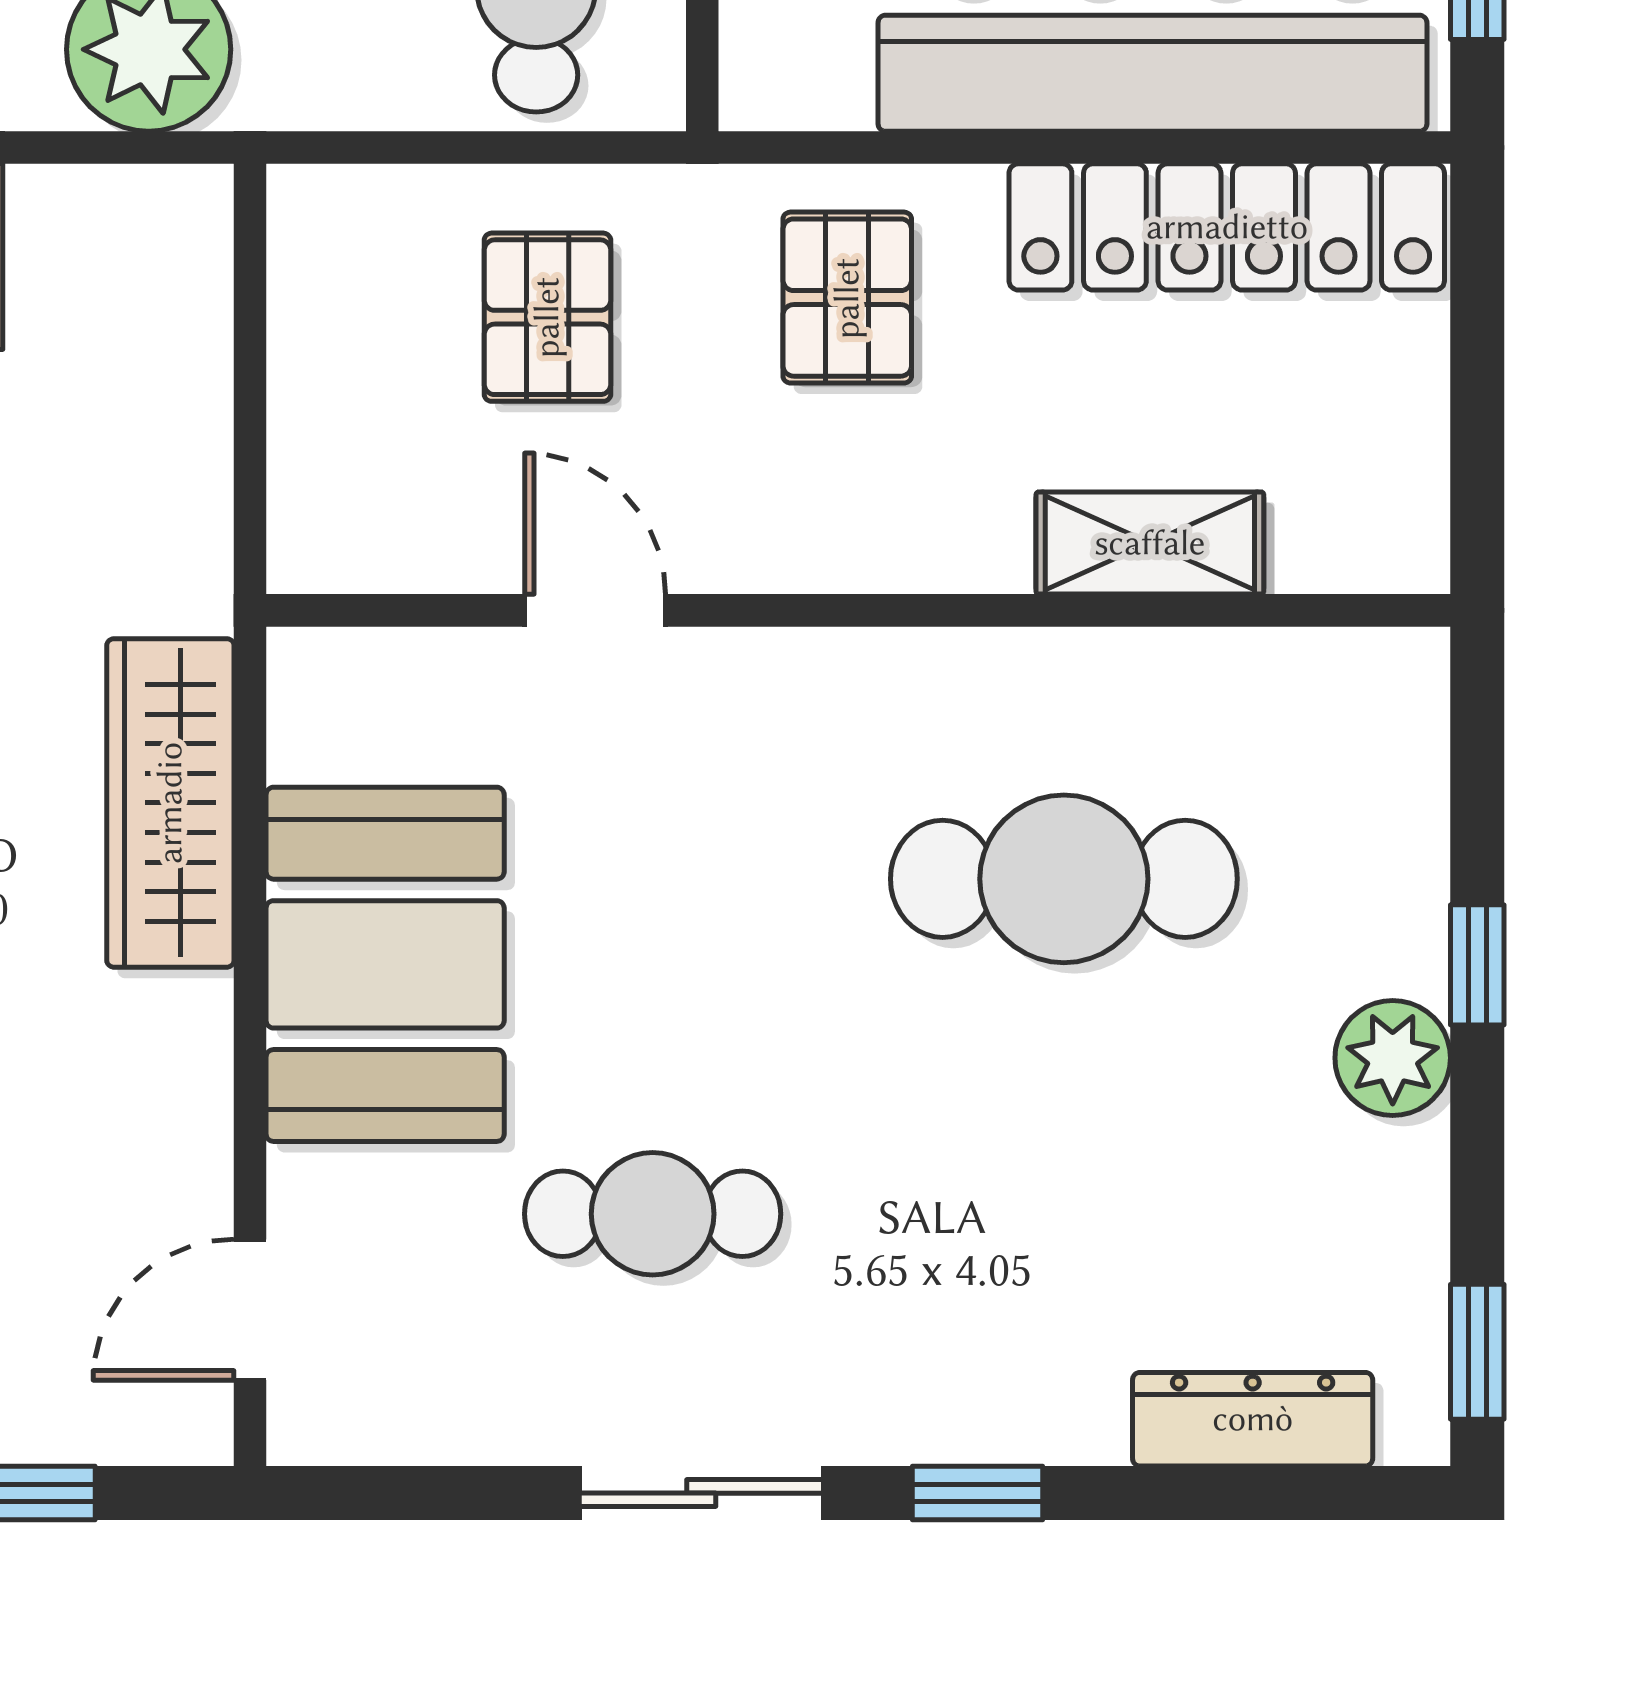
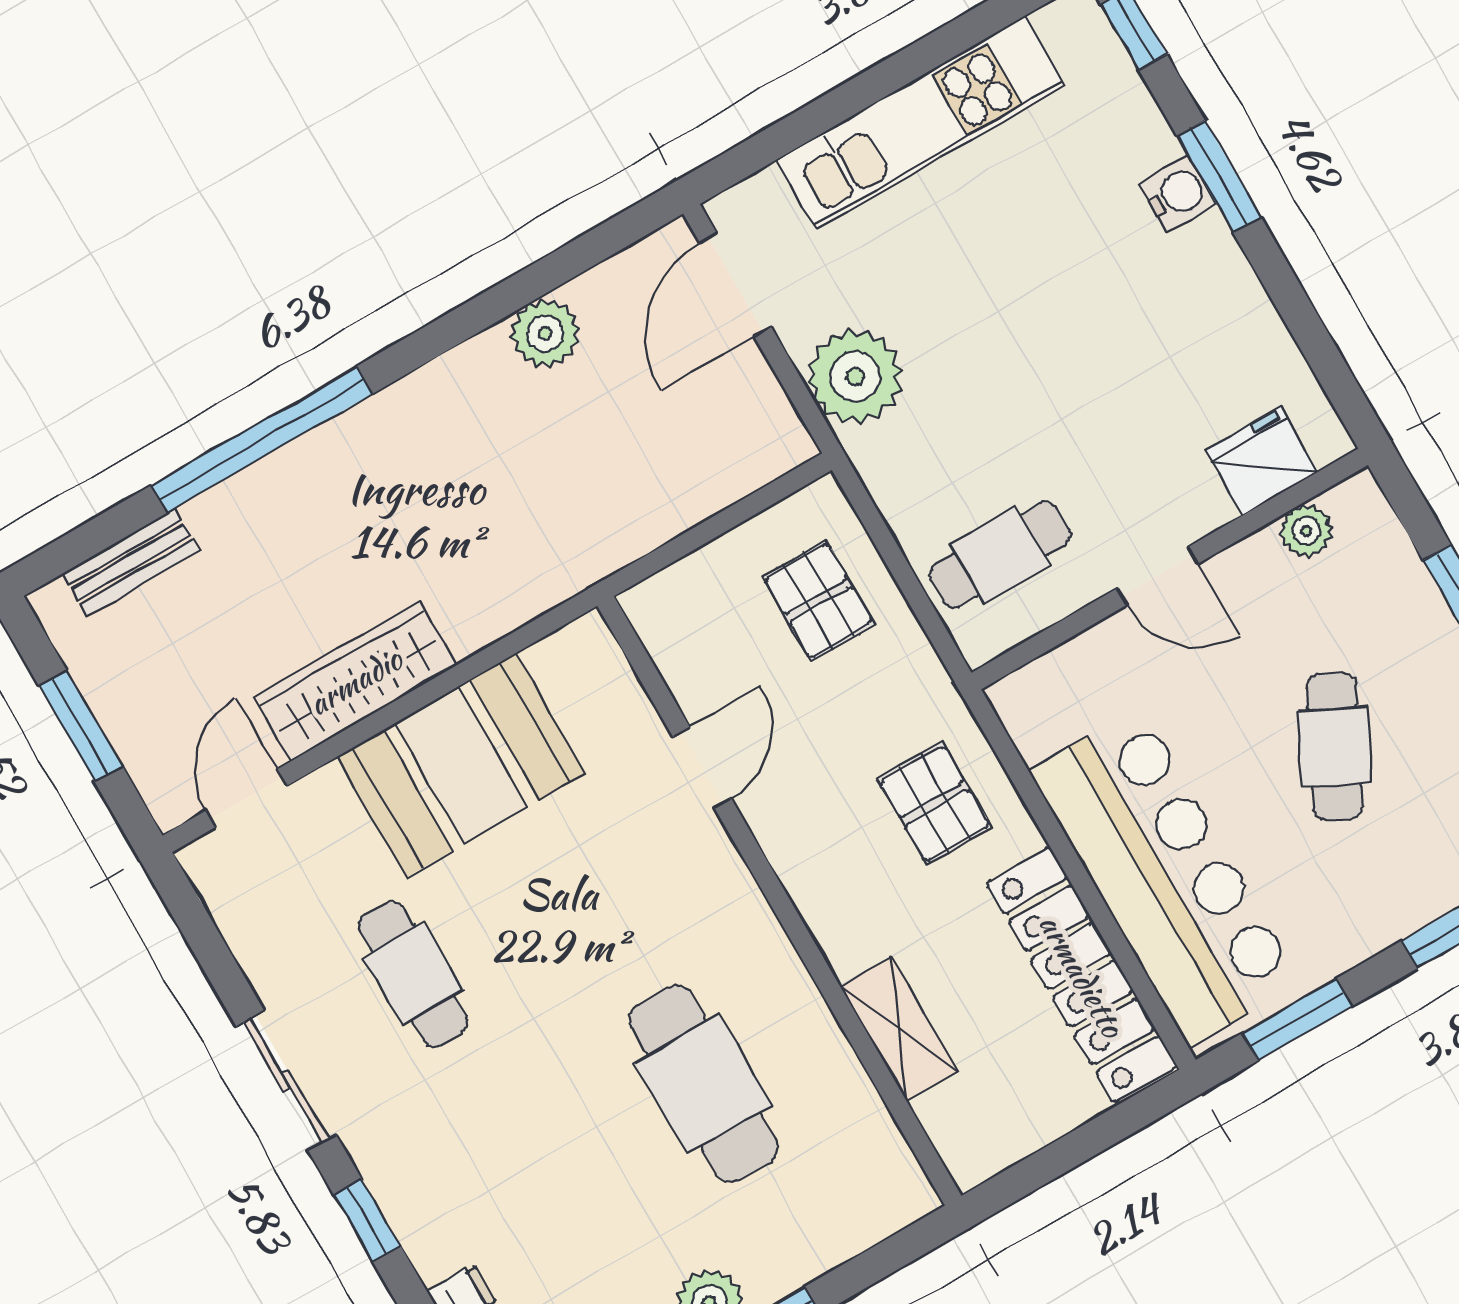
pallet: (847, 298) -> (935, 803), turned 90
pallet: (547, 317) -> (819, 600), moved, turned 90
wardrobe: (170, 803) -> (355, 681), moved
door: (250, 1310) -> (246, 798), hinge flipped

